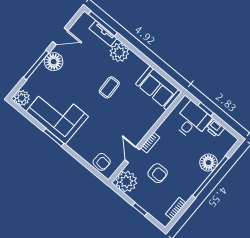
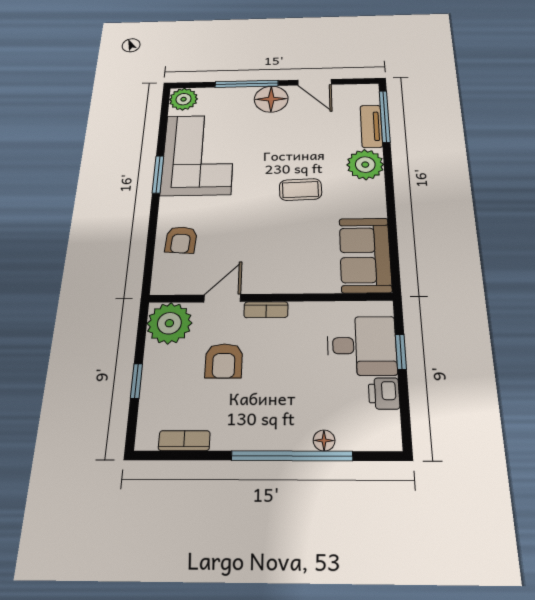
armchair: (102, 162) -> (181, 240), moved
floor lamp: (208, 163) -> (324, 440), width x0.53, depth x0.53

